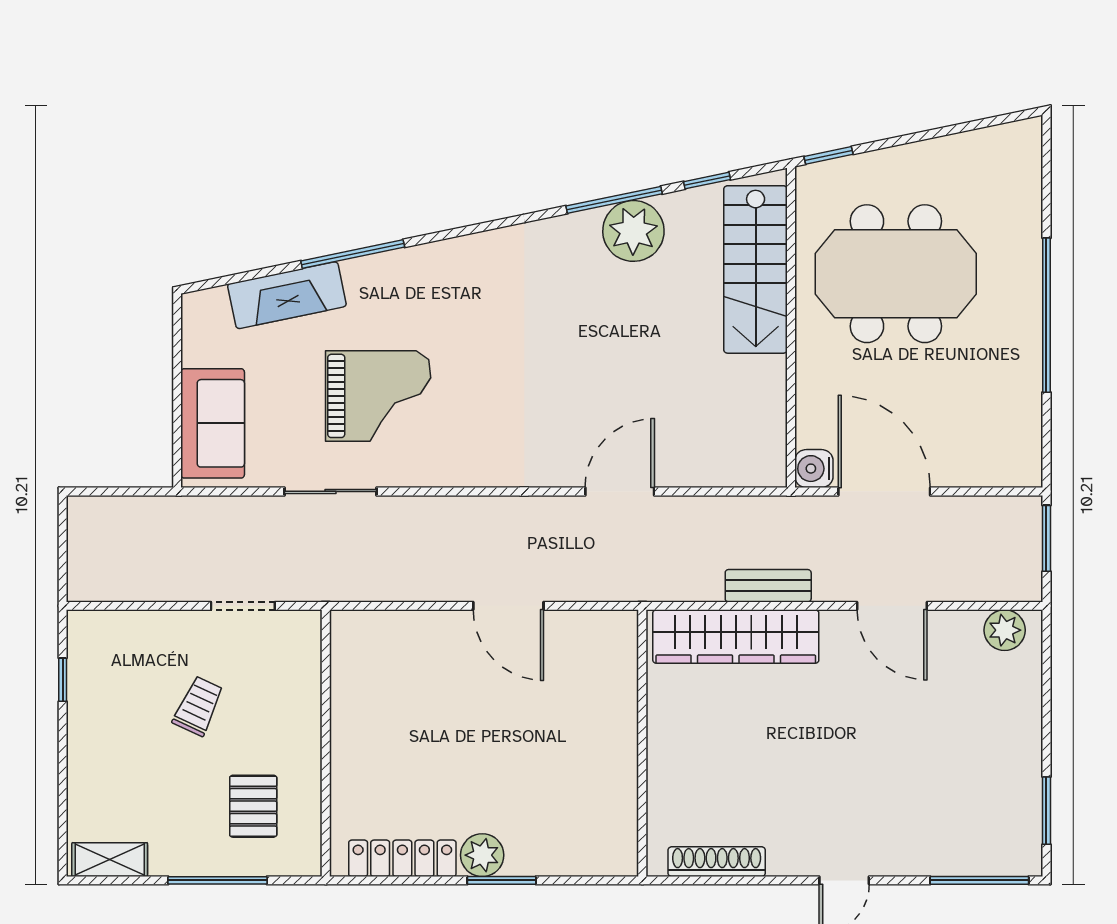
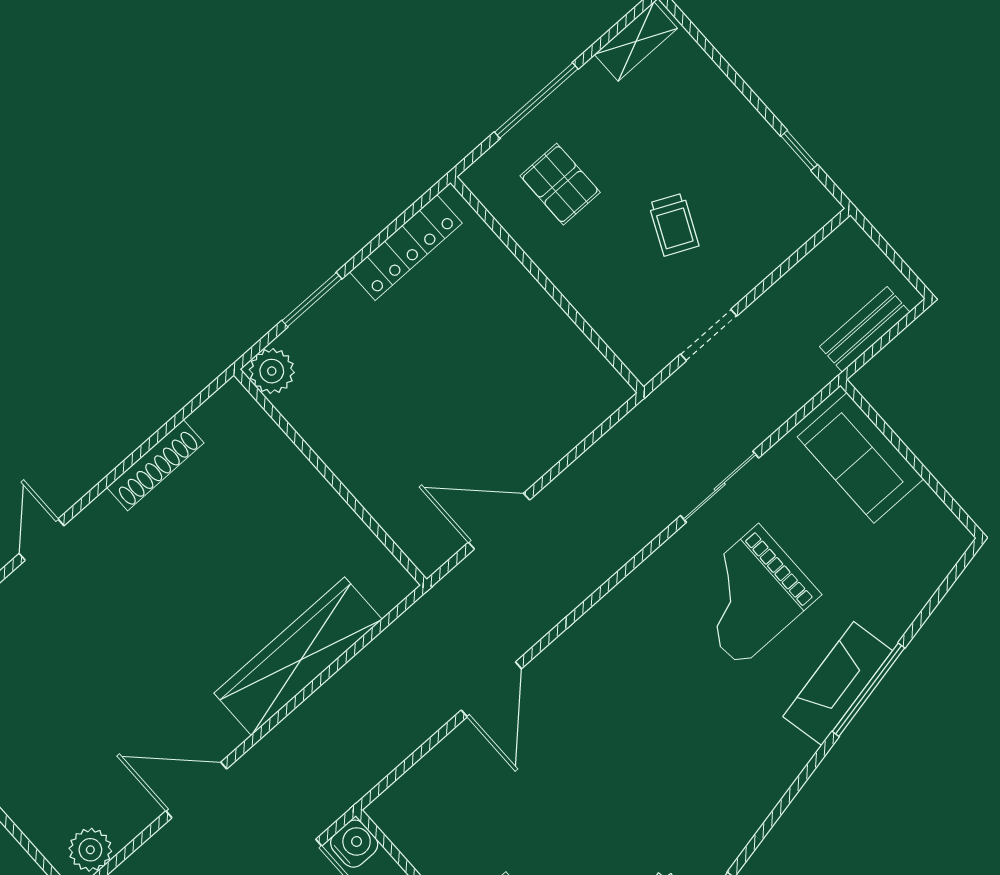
fireplace: (287, 295) -> (838, 684), moved
bench: (768, 586) -> (865, 329), moved
wall: (642, 743) -> (330, 477), moved
plant: (482, 855) -> (272, 371), moved

